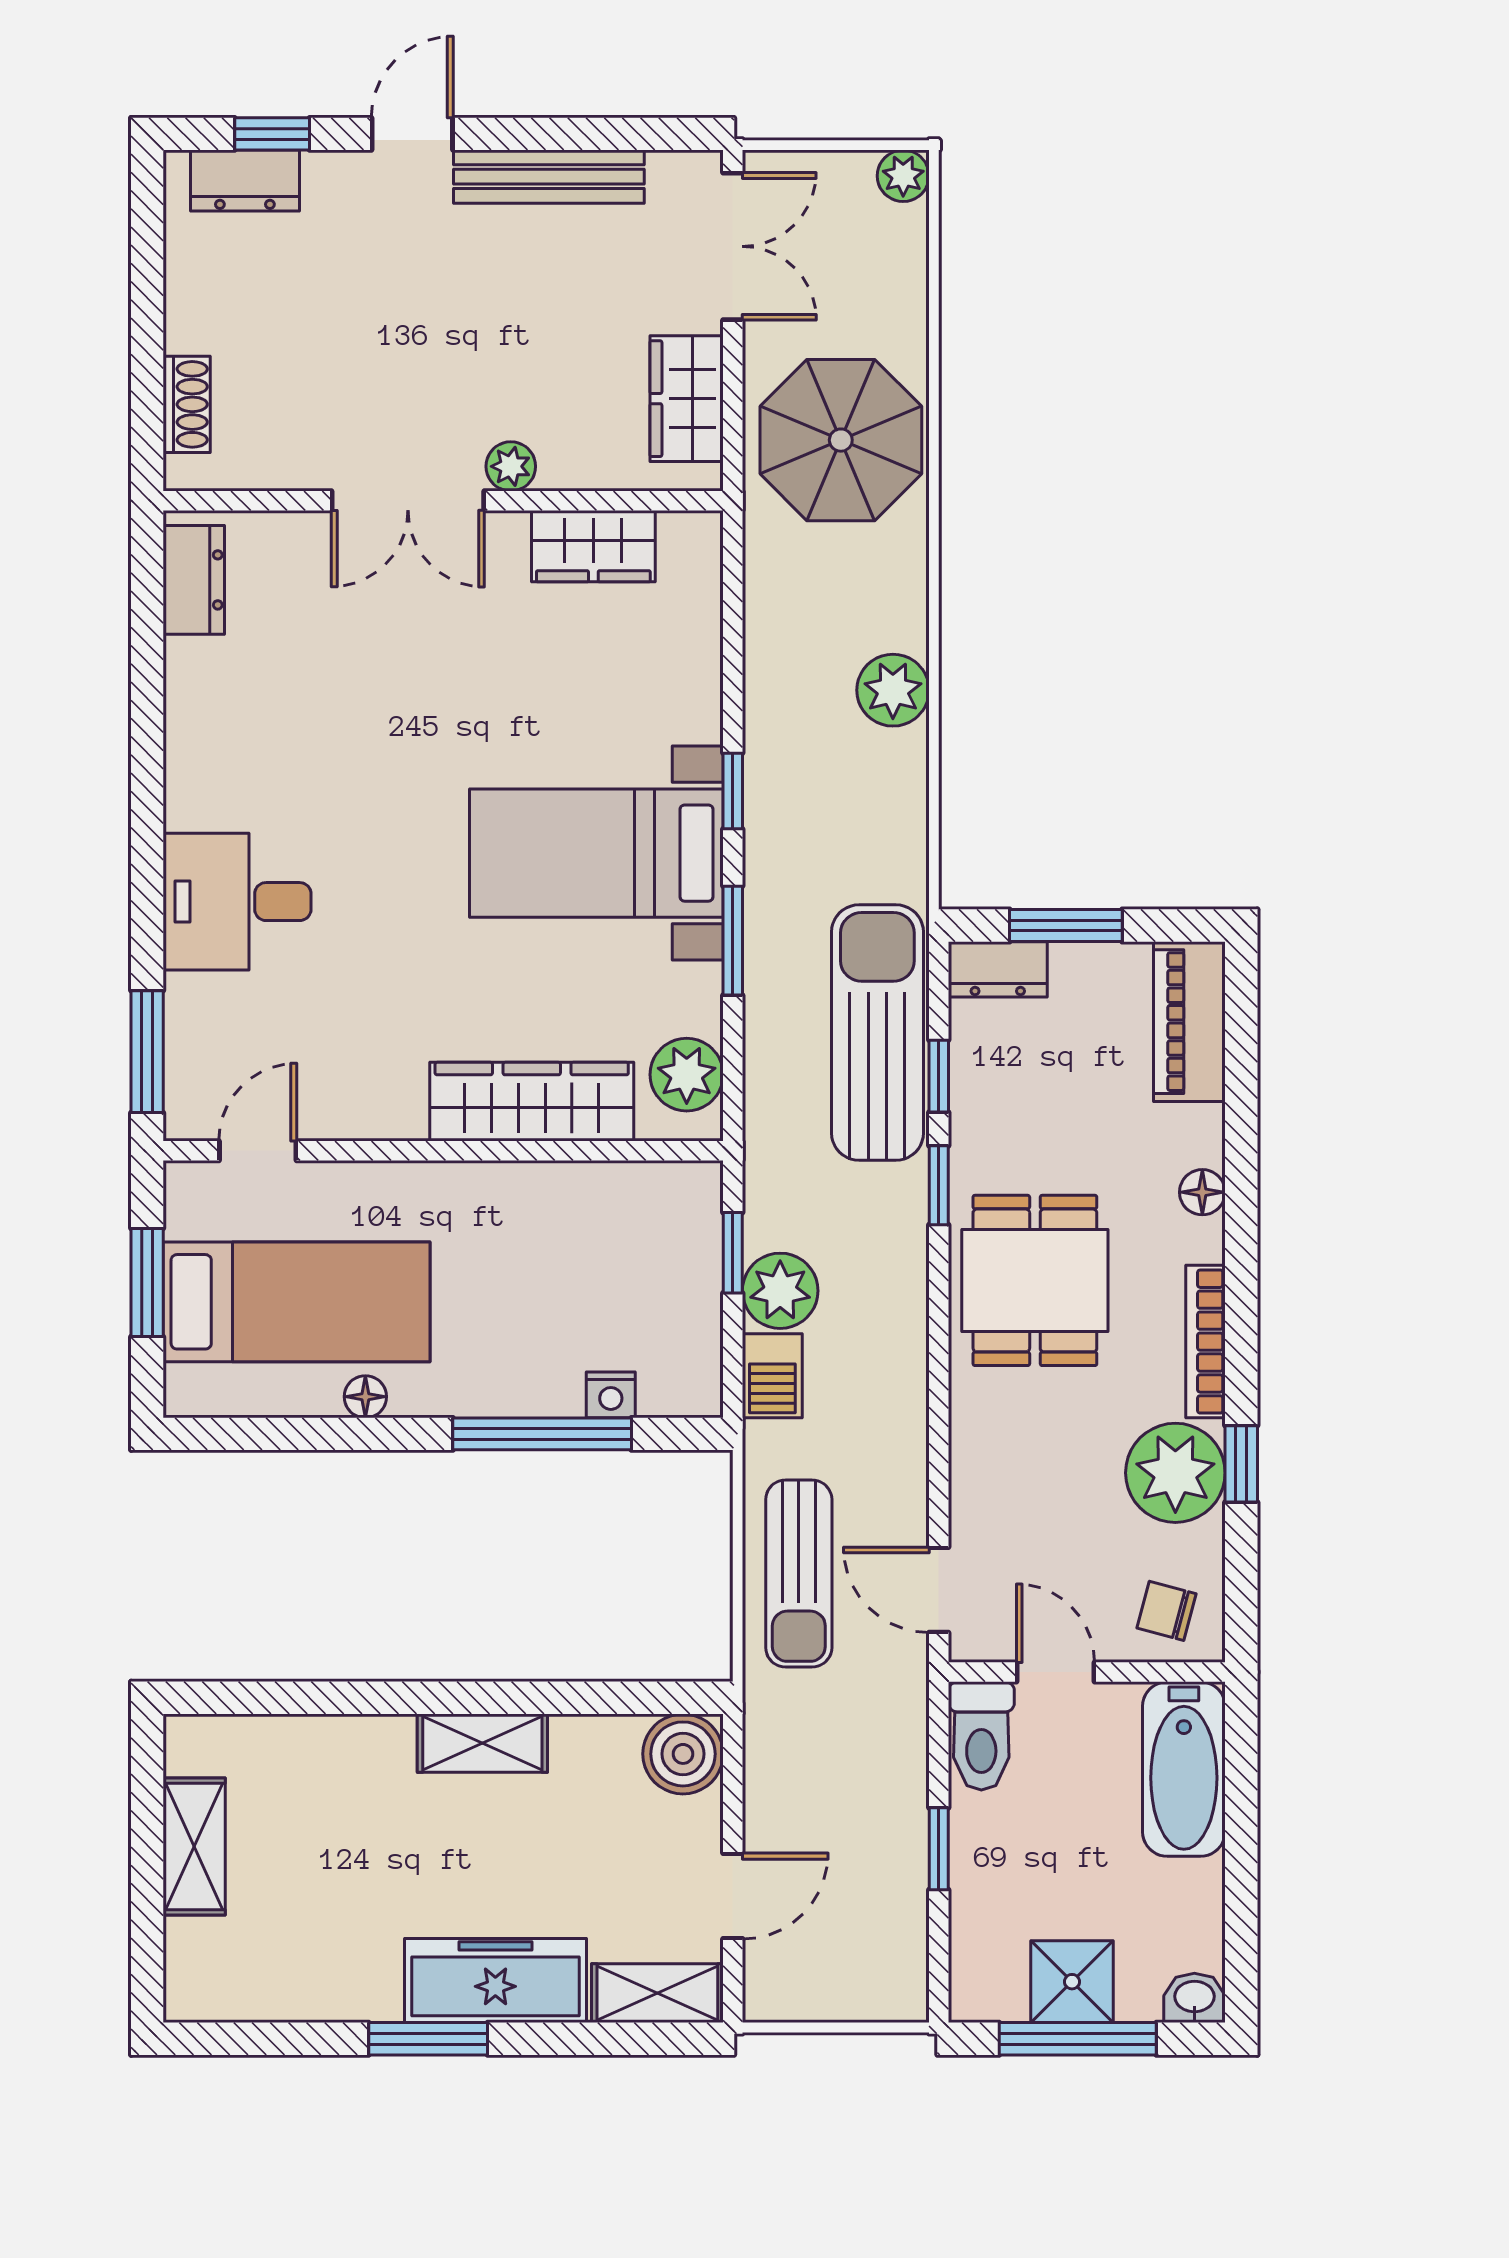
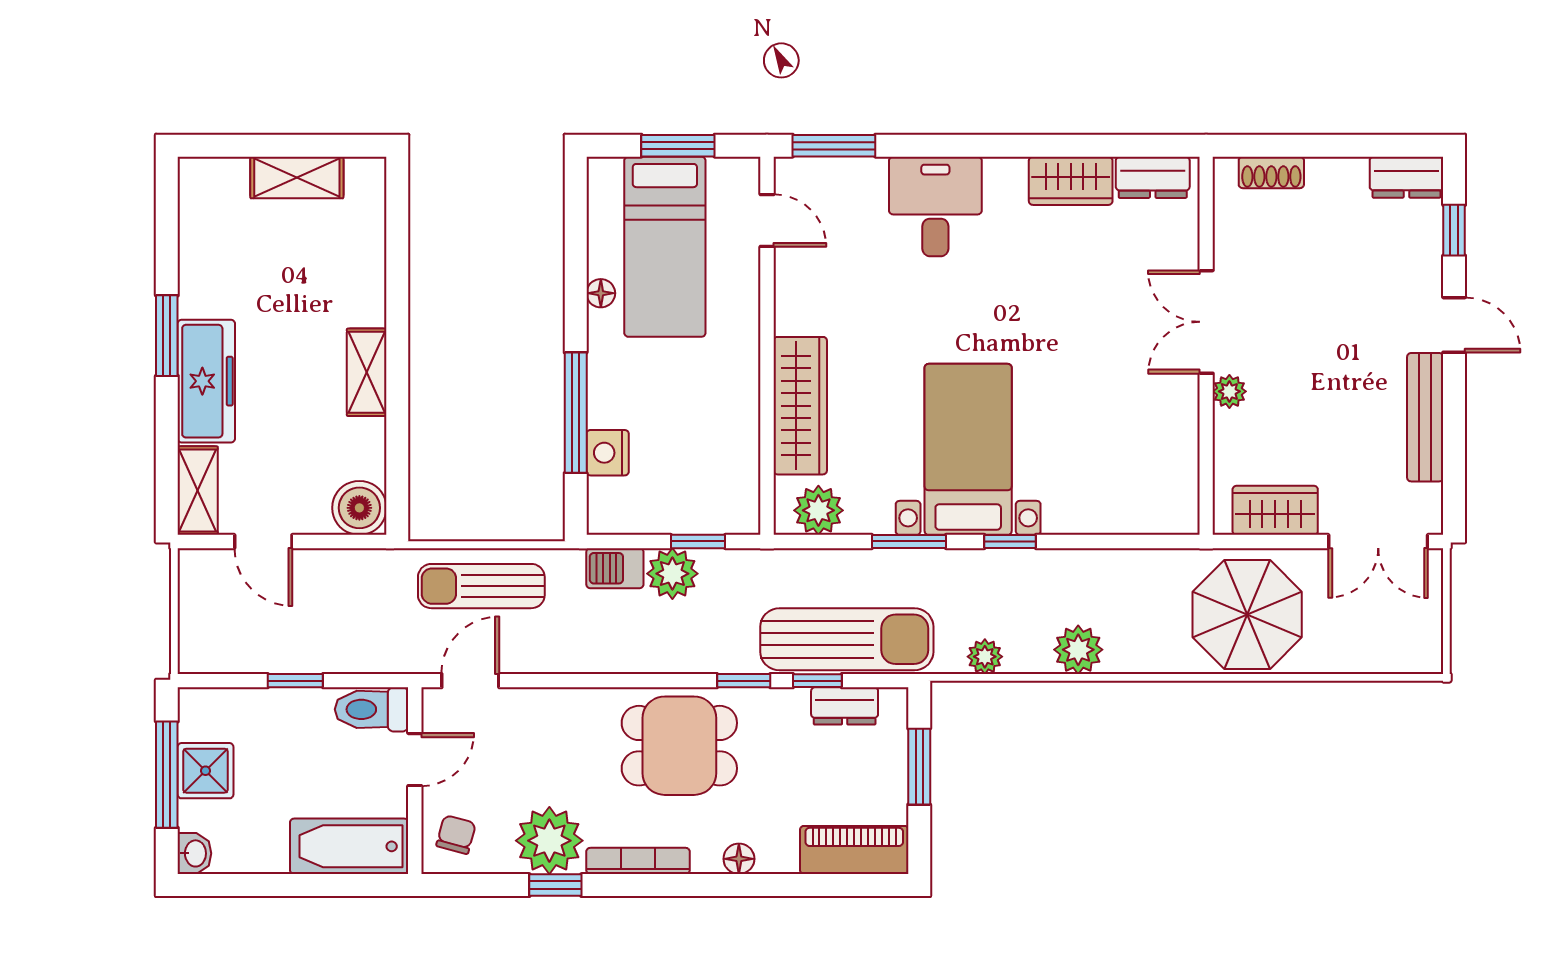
plant: (903, 176) -> (985, 657), moved
dresser: (245, 181) -> (1406, 177), moved, turned -90
wardrobe: (593, 546) -> (1071, 181), moved, turned -90
dresser: (998, 969) -> (845, 706), moved, turned -90
nightstand: (611, 1395) -> (608, 453), width x1.39, depth x1.35

